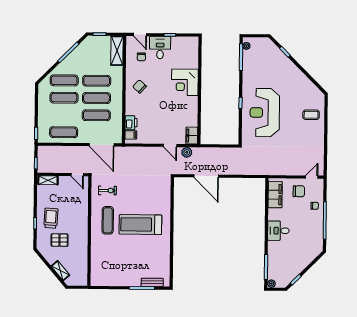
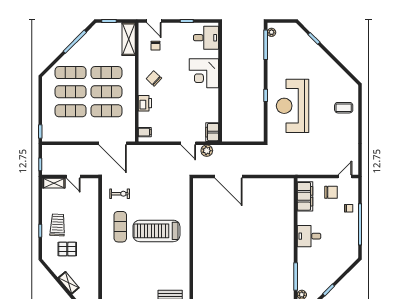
desk: (160, 48) -> (206, 38), moved, turned 90
printer: (131, 123) -> (145, 103), moved
exercise mat: (64, 132) -> (71, 111), moved
door: (77, 175) -> (73, 177), moved

